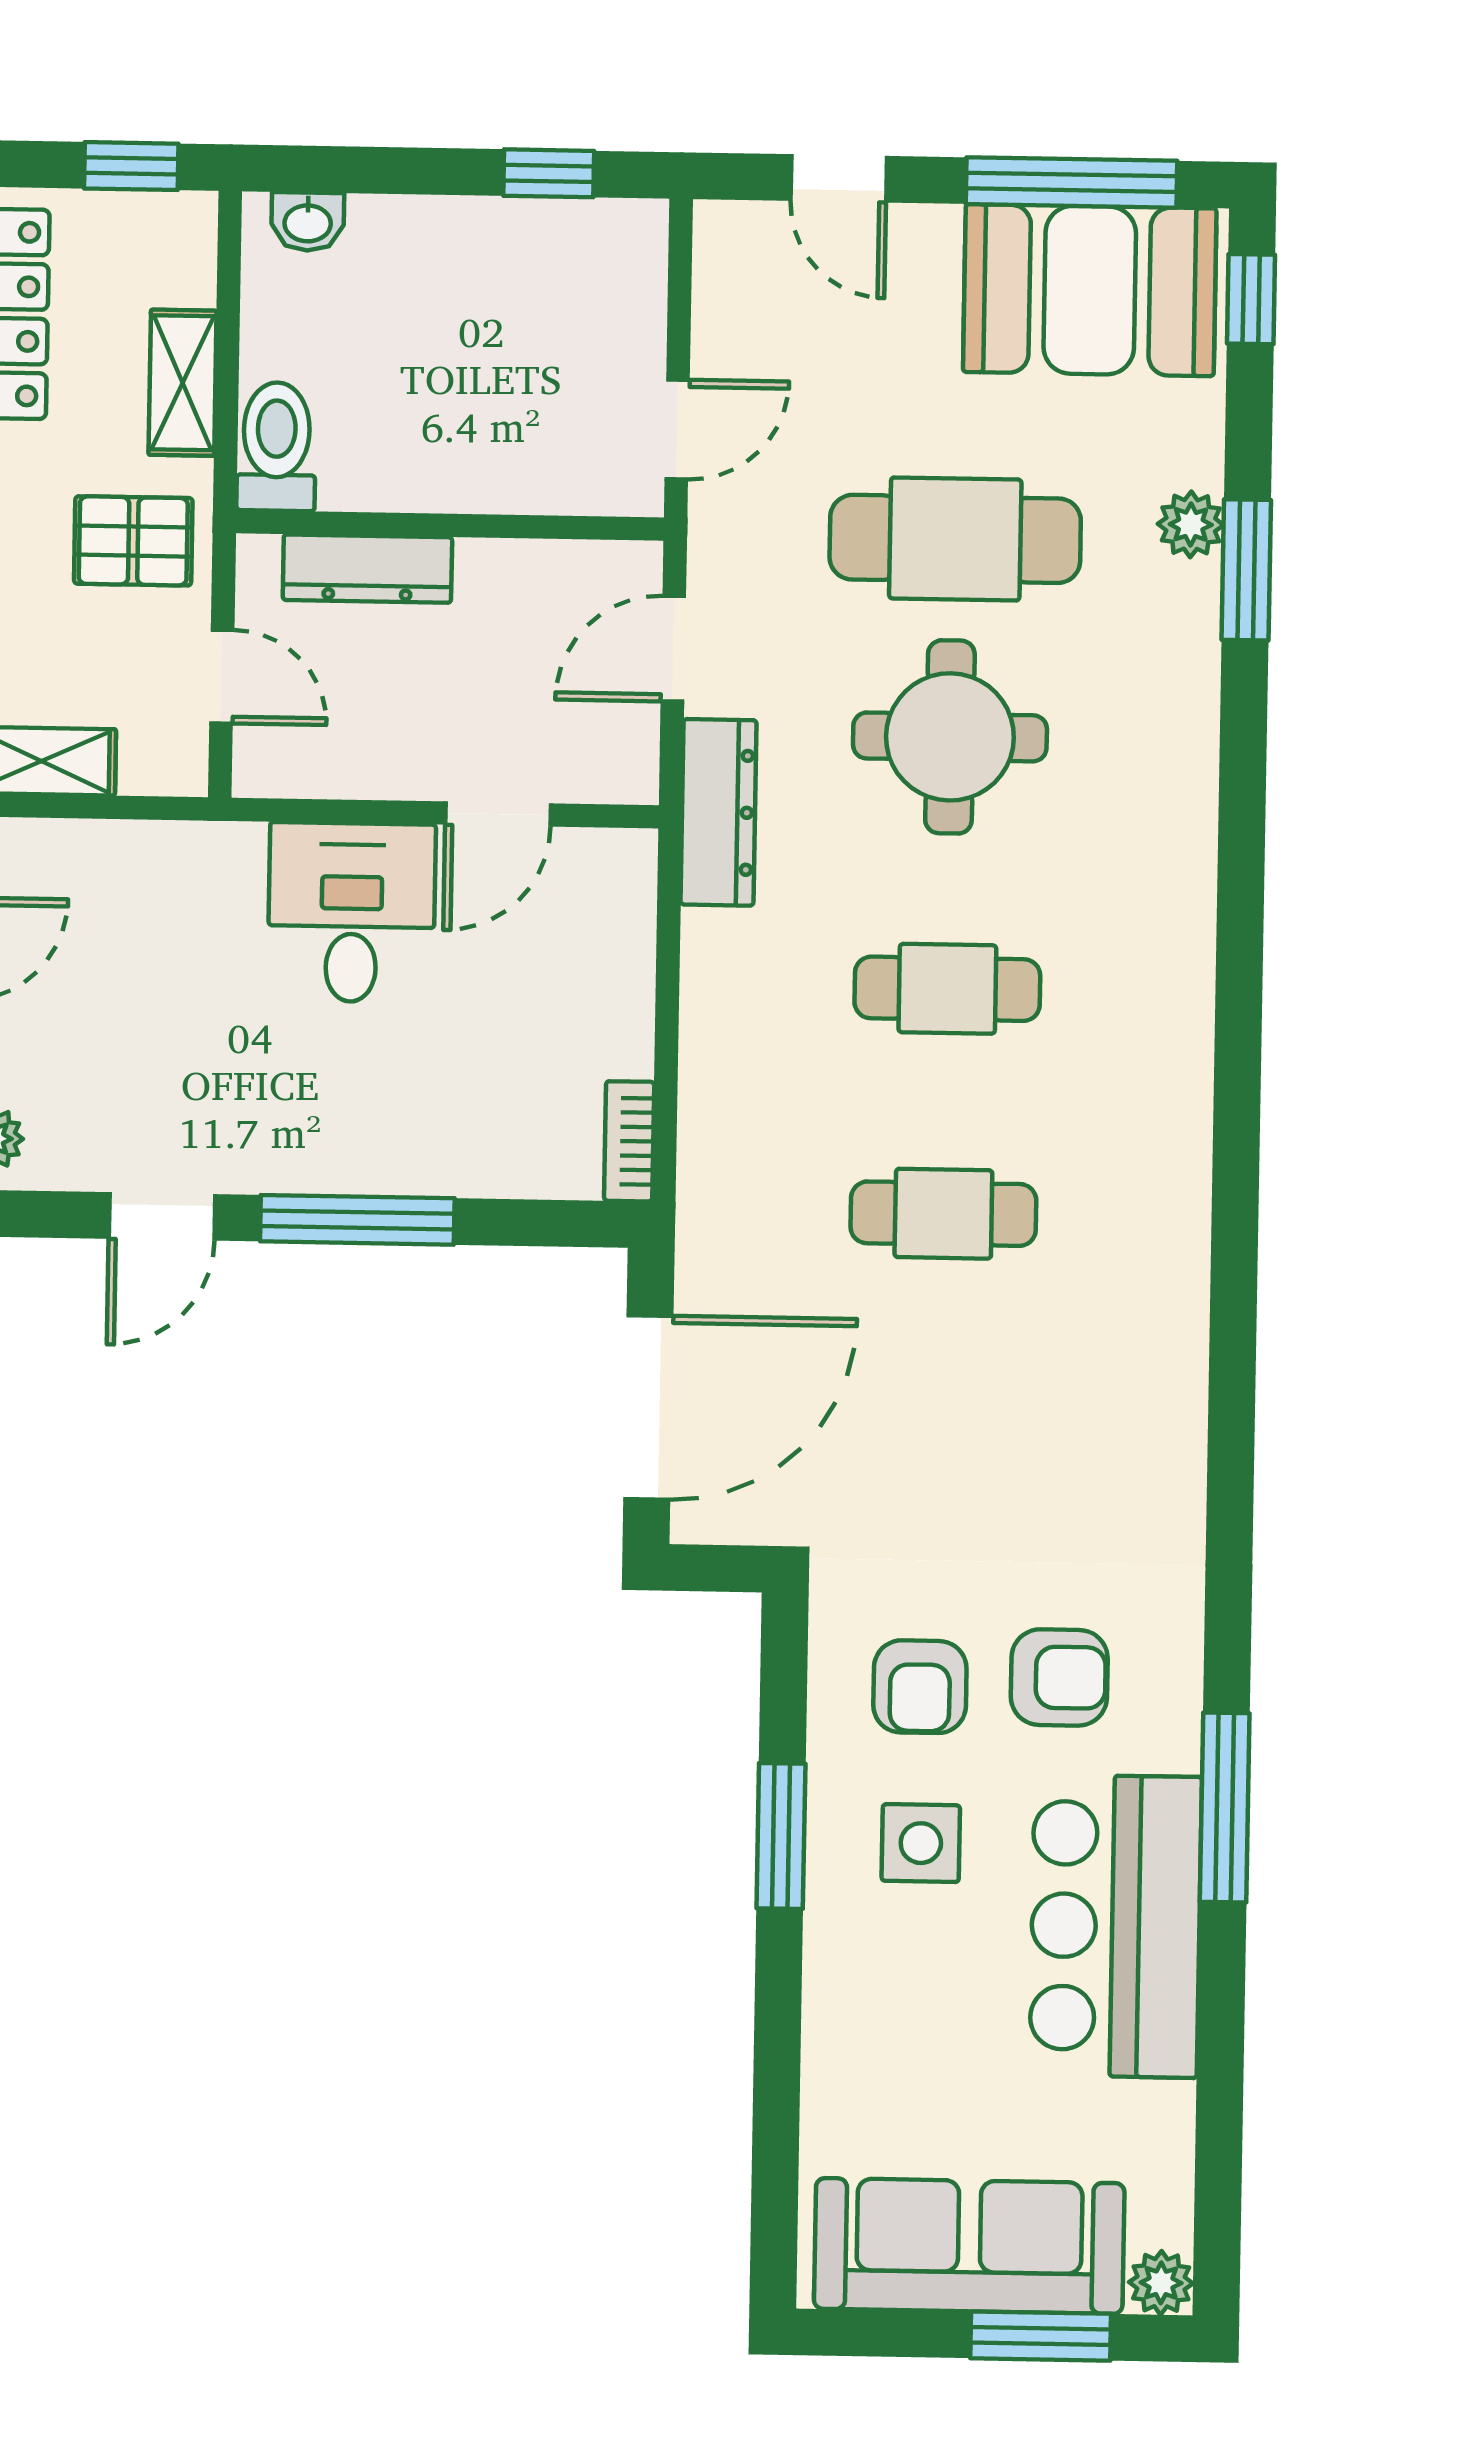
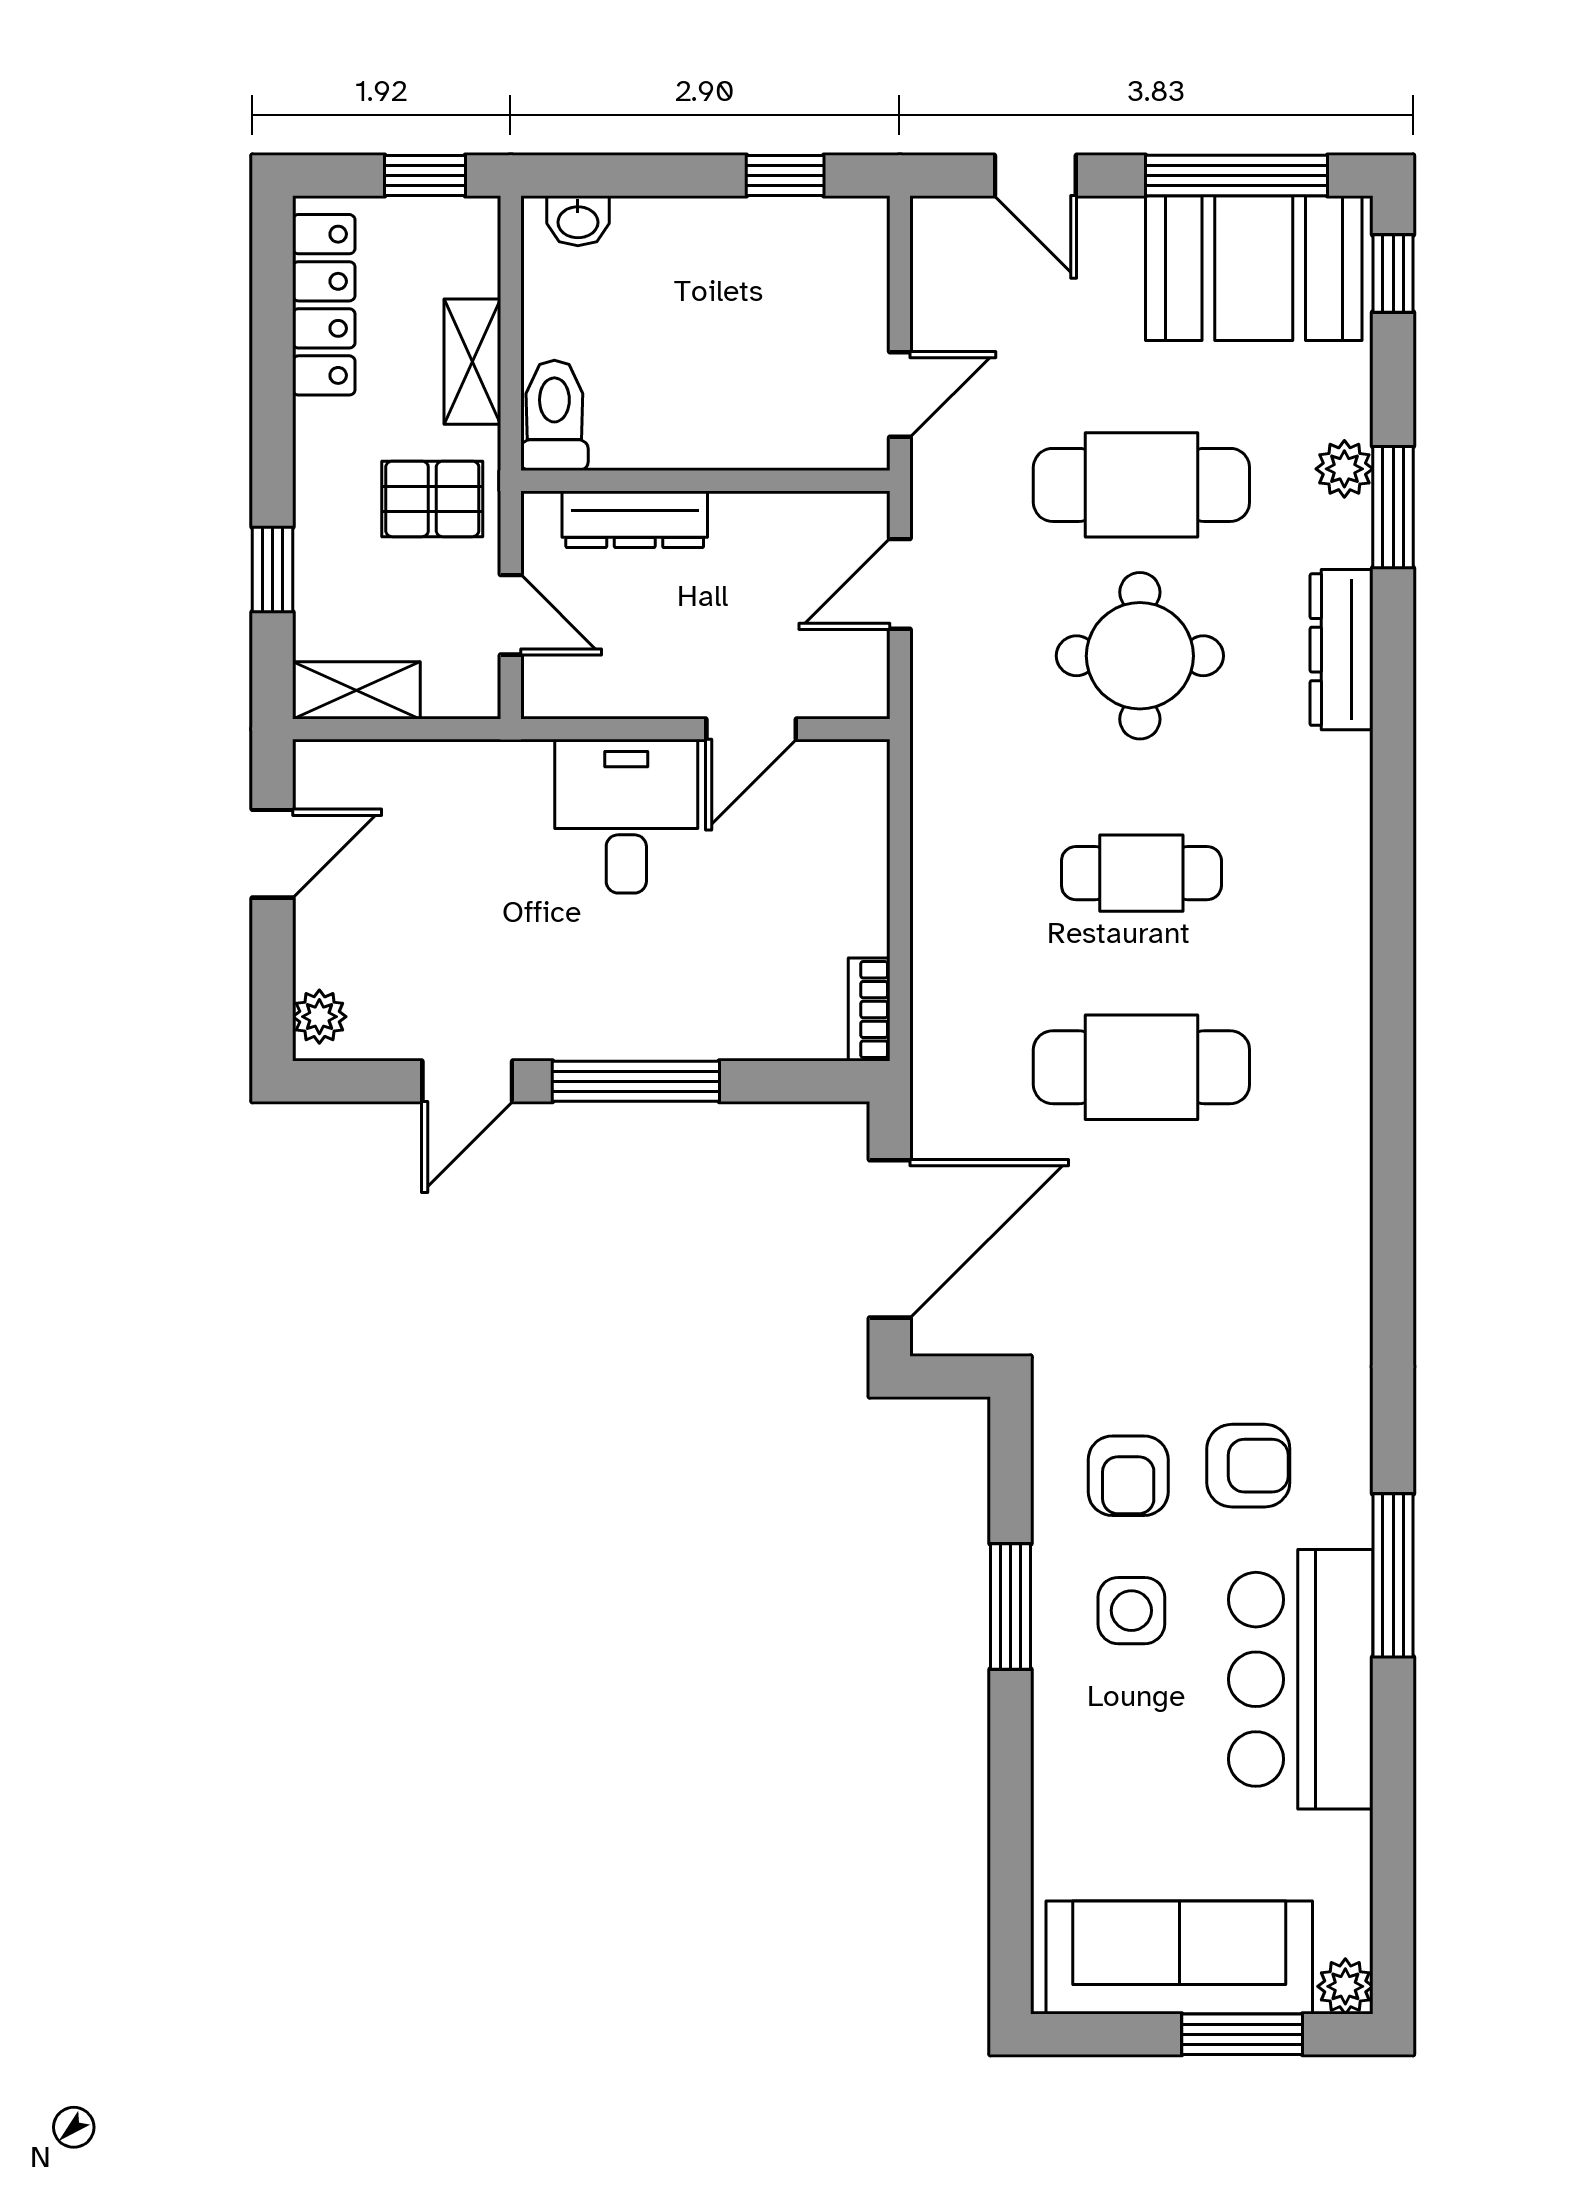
dresser: (718, 812) -> (1342, 650), moved, turned 180
cafe table: (943, 1214) -> (1141, 1067), width x1.37, depth x1.35

